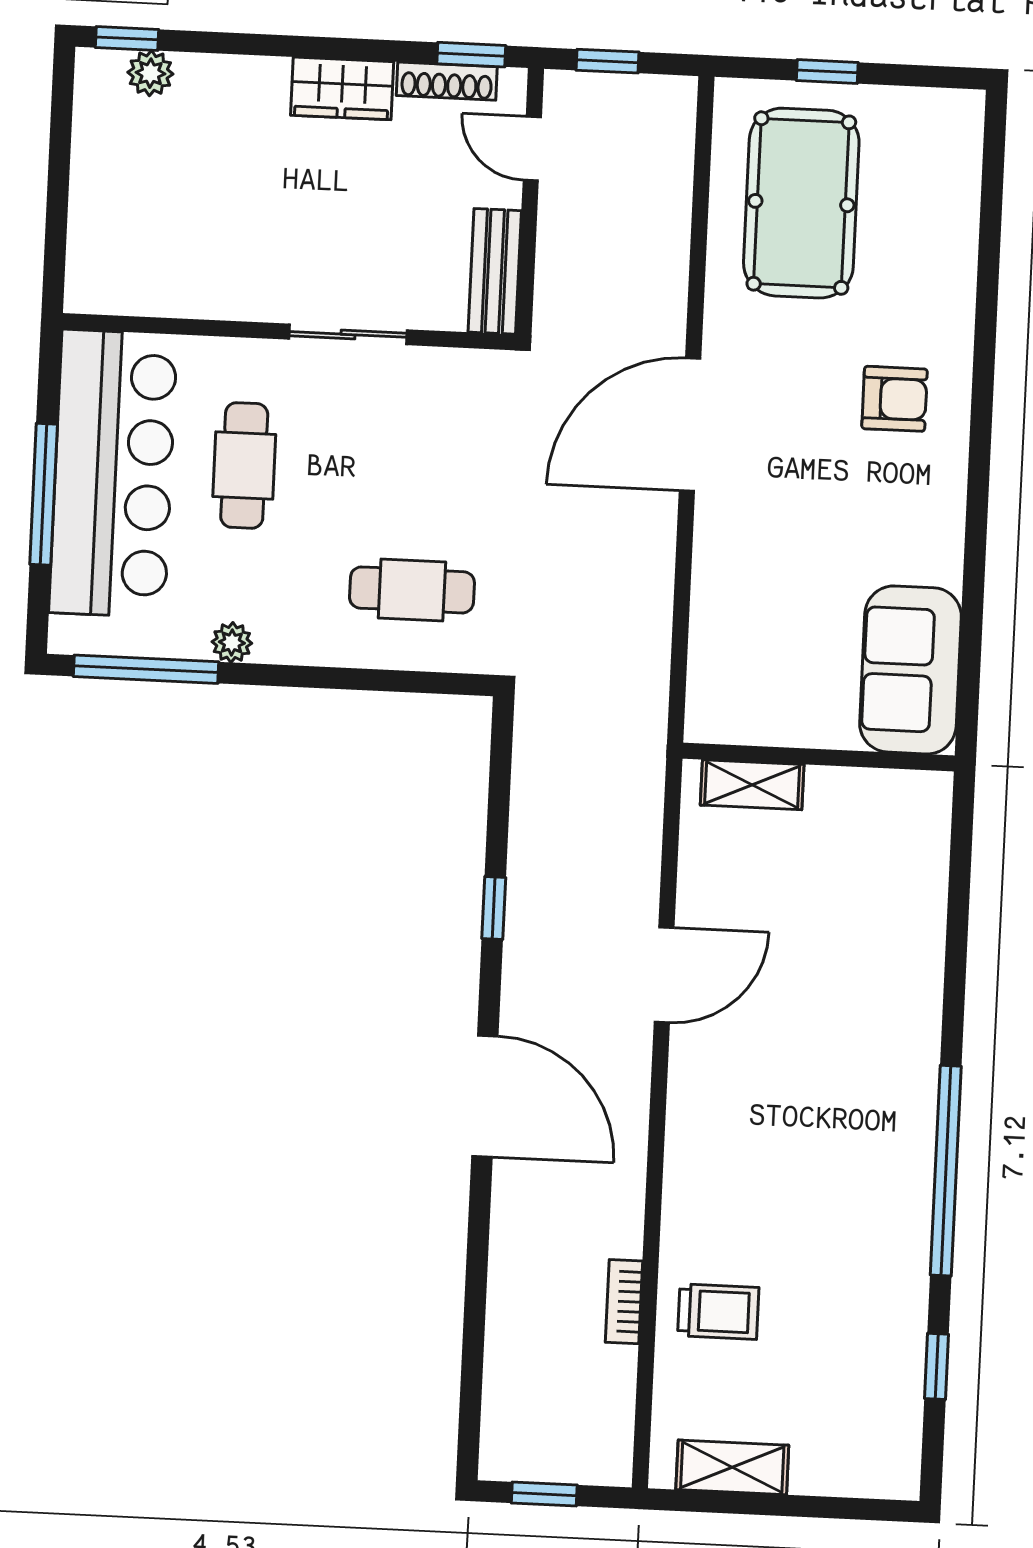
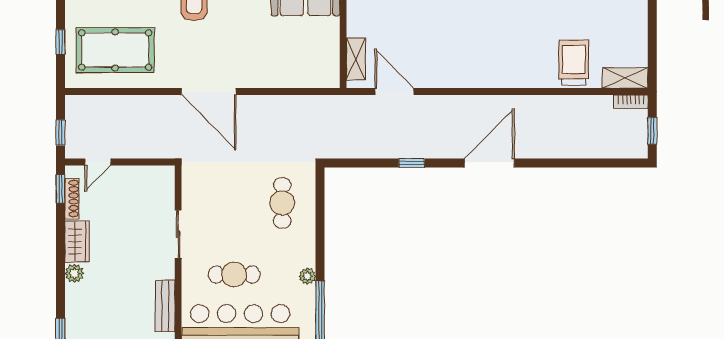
plant: (150, 73) -> (74, 273), moved
bench: (495, 271) -> (165, 306), moved, turned 90
door: (664, 975) -> (394, 92), moved
bookcase: (624, 1302) -> (631, 102), moved
trolley: (718, 1312) -> (574, 63), width x1.36, depth x1.39
shelving: (732, 1467) -> (625, 78), moved, turned 90

